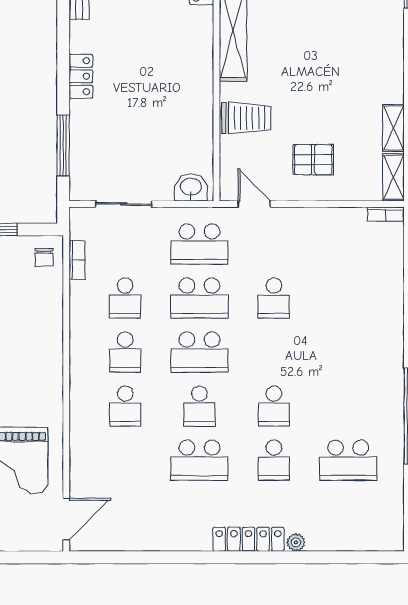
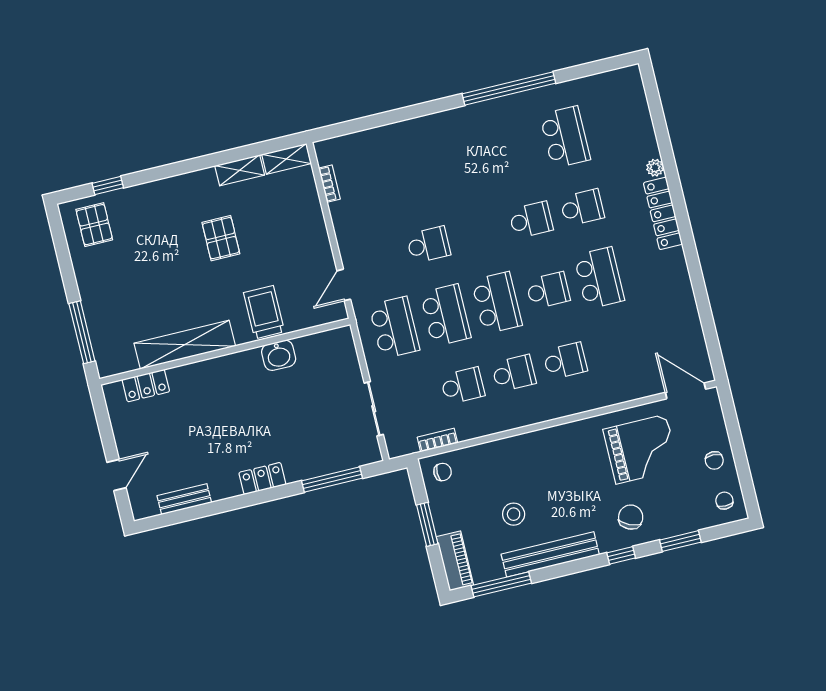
pallet: (313, 160) -> (221, 238), moved
washbasin: (191, 187) -> (279, 355), moved, turned -90
bookcase: (386, 214) -> (329, 184), moved

